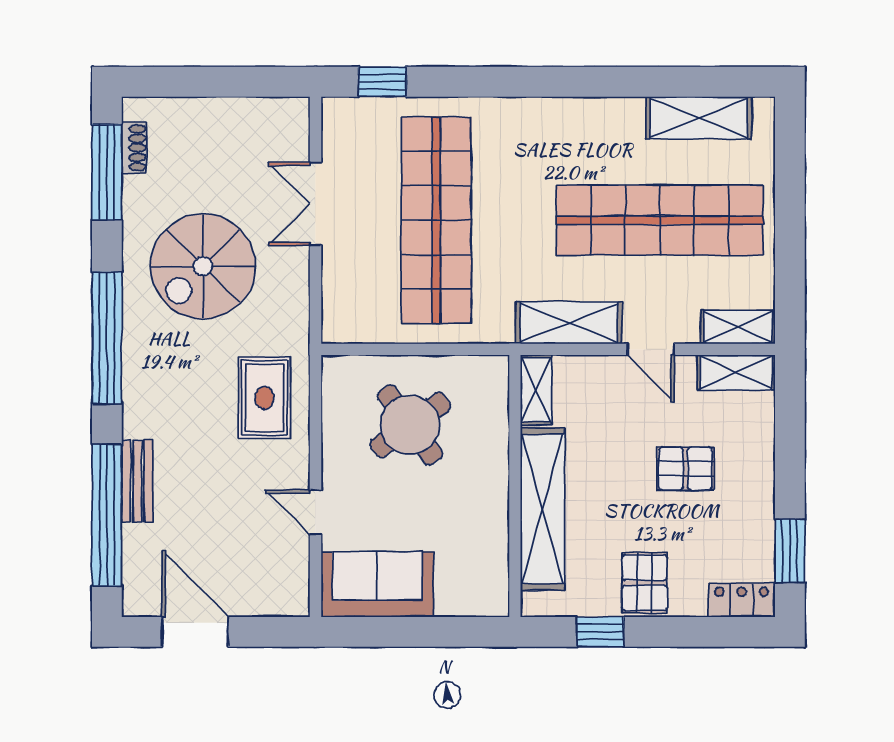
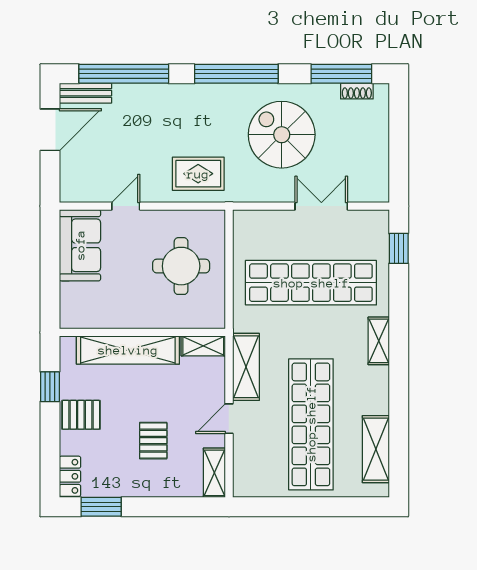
shelving: (738, 327) -> (379, 341), moved
round table: (410, 425) -> (181, 266), turned 36
bench: (137, 481) -> (85, 93), moved

